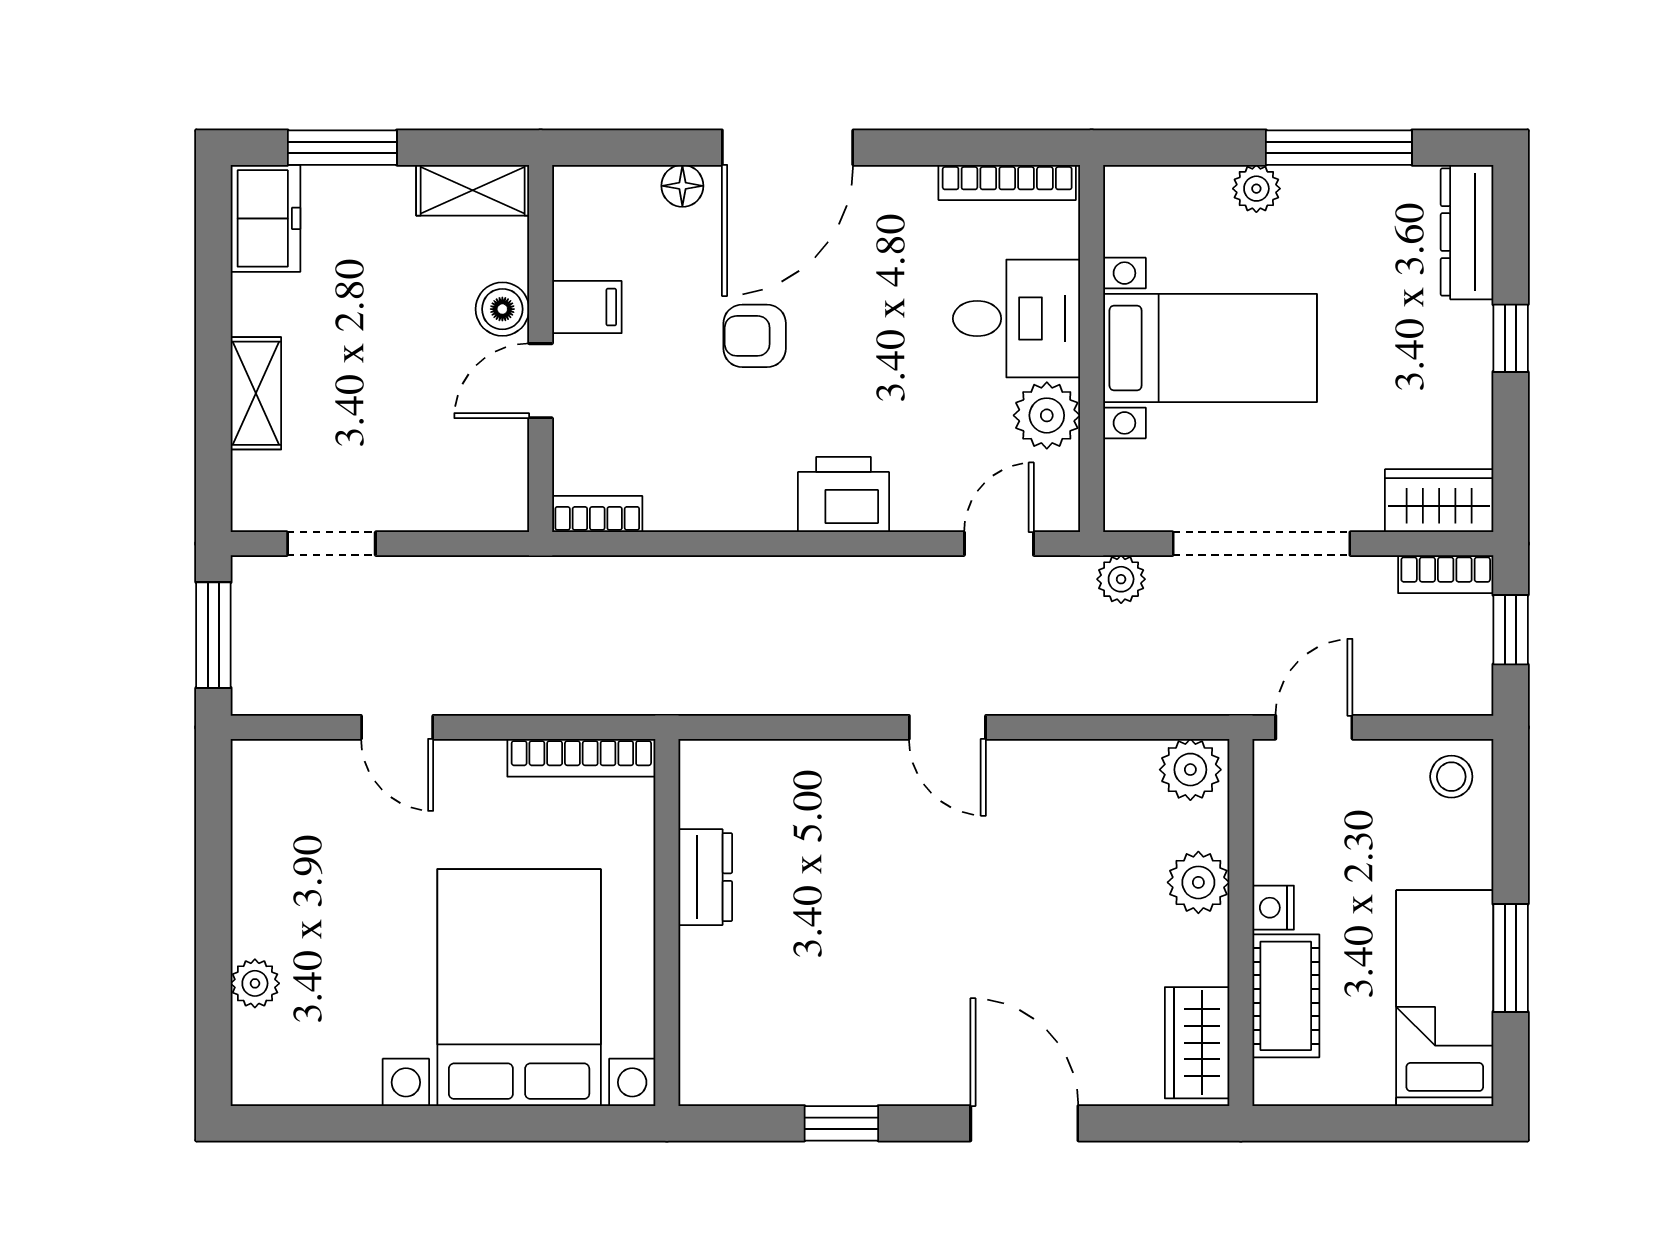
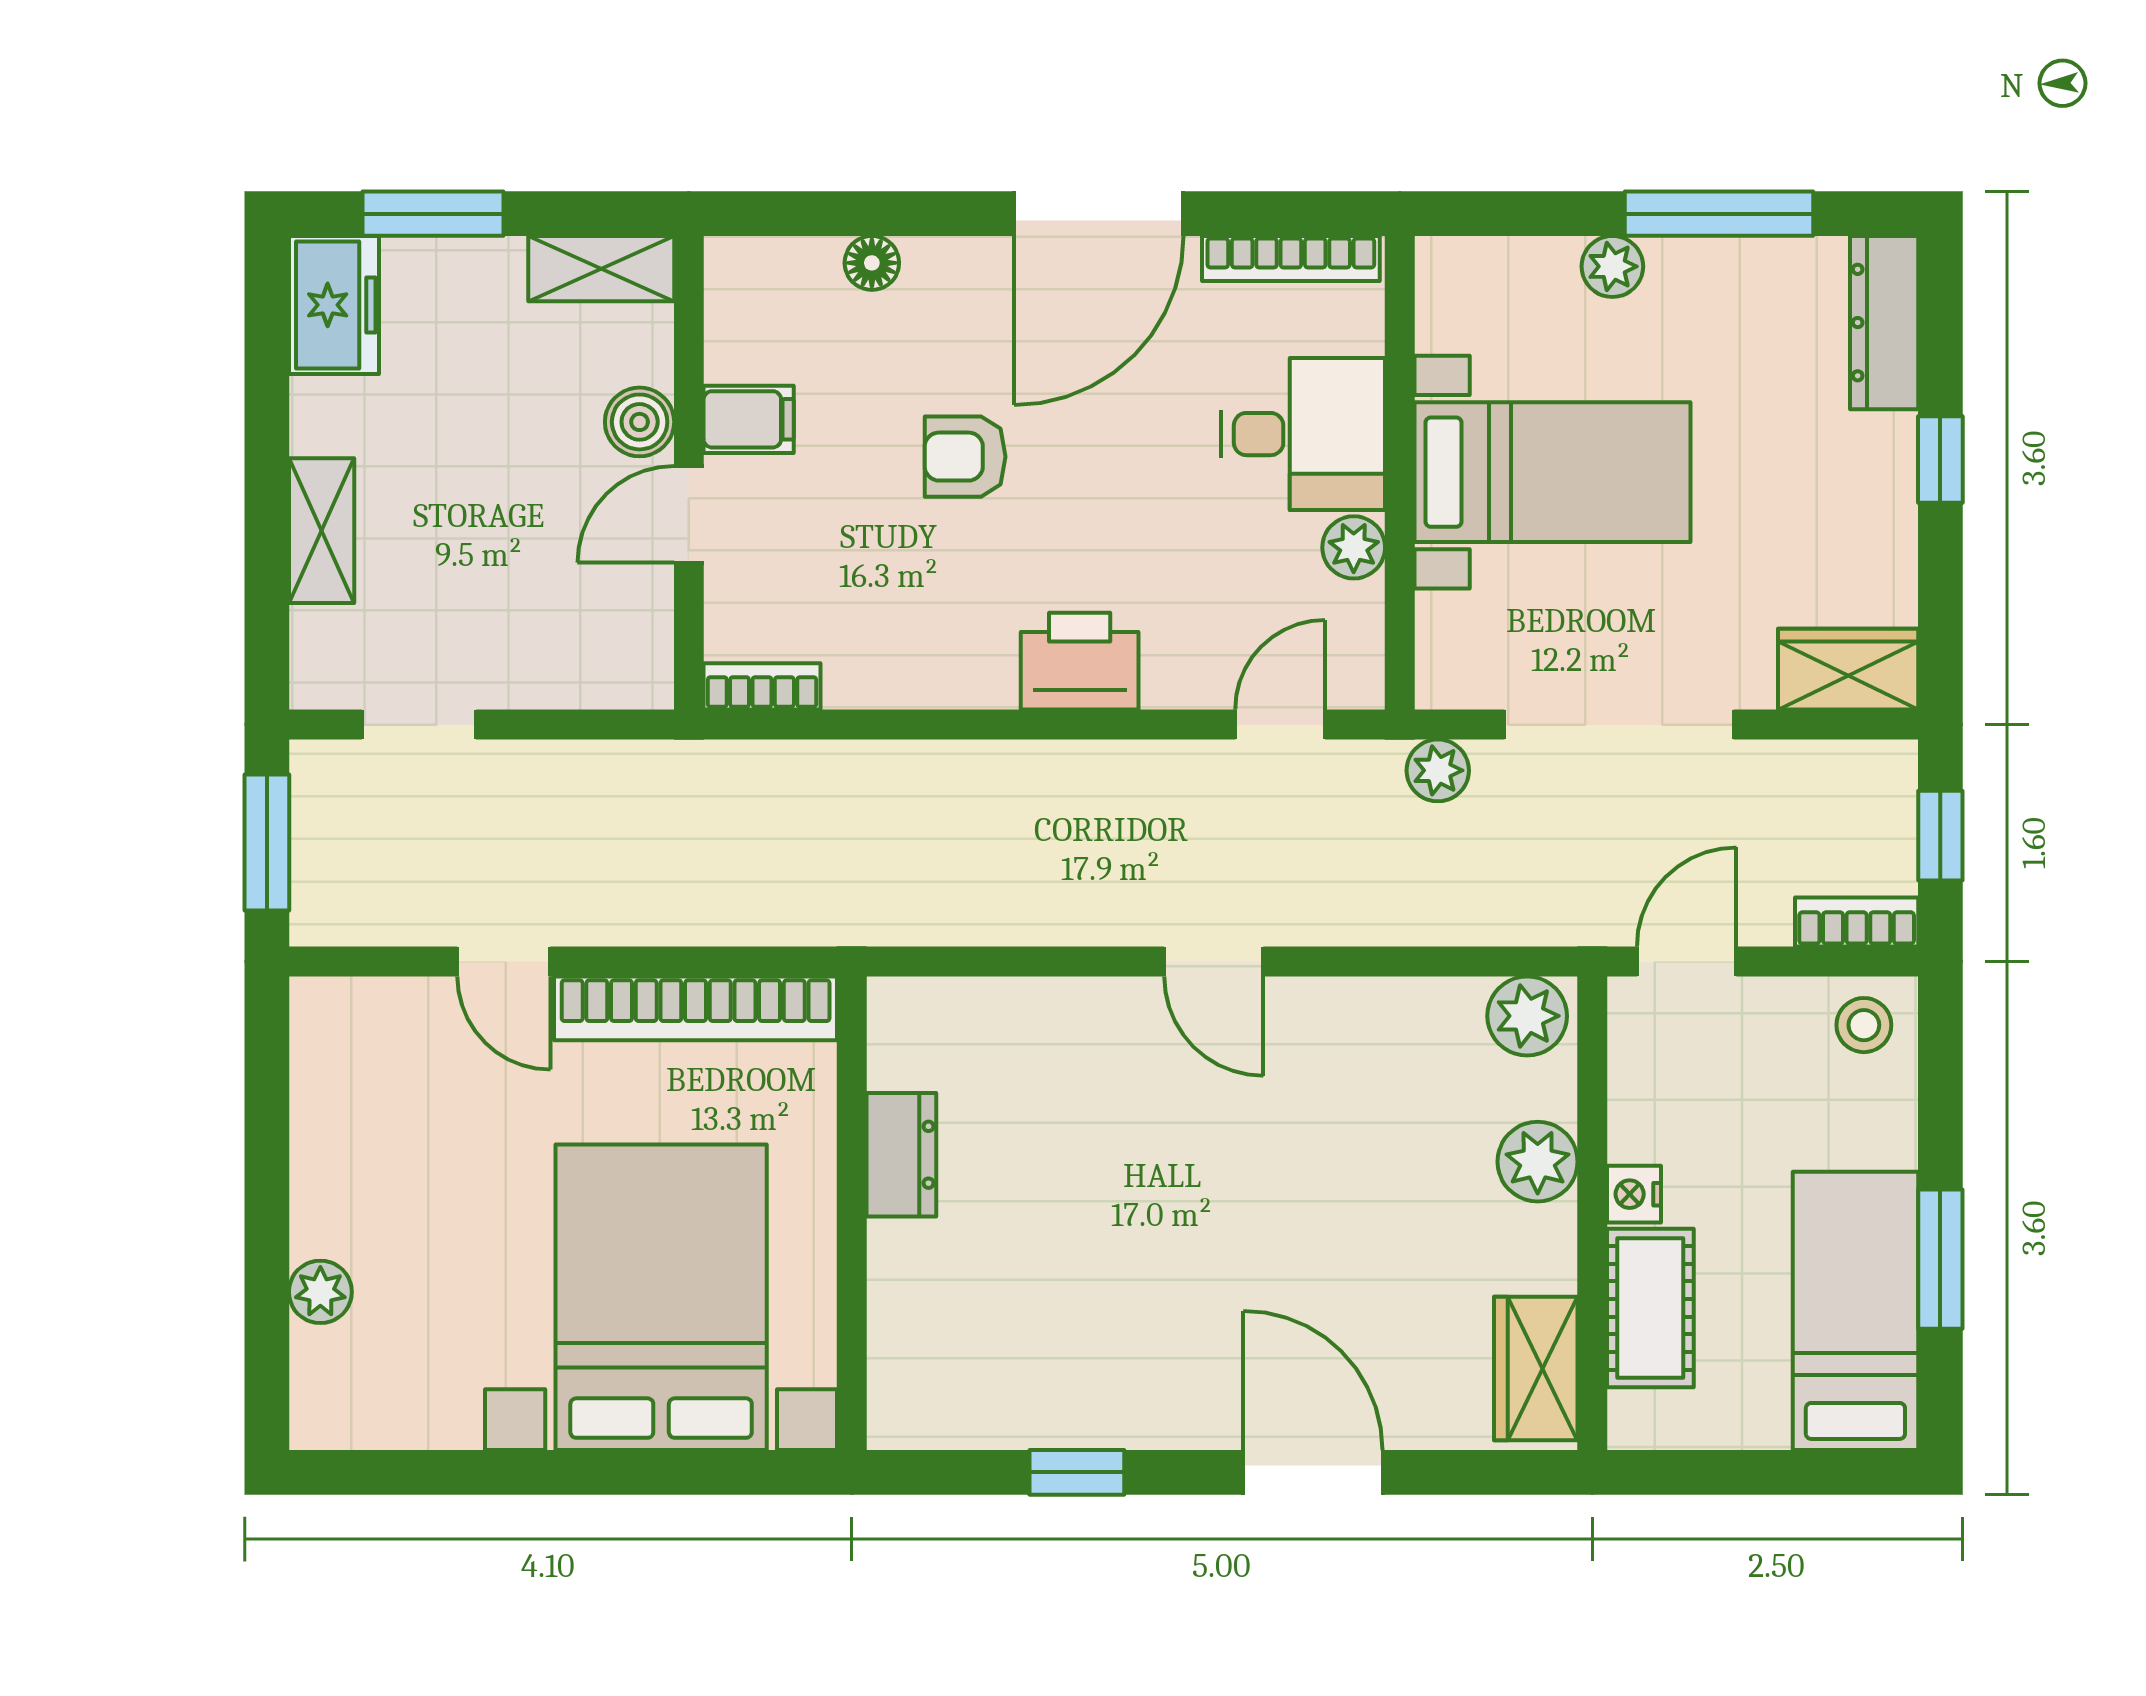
door: (788, 148) -> (1099, 214), moved
plant: (1047, 415) -> (1354, 547), width x0.73, depth x0.73
bookcase: (1446, 574) -> (1857, 922), moved, turned 180
bookcase: (581, 758) -> (696, 1008), width x1.48, depth x1.31

